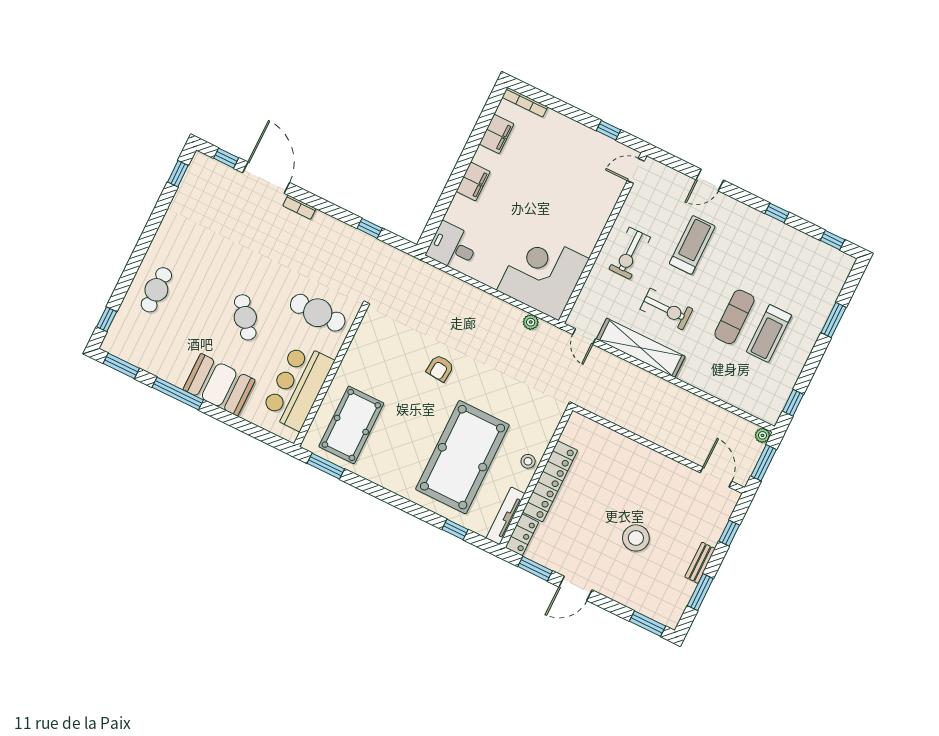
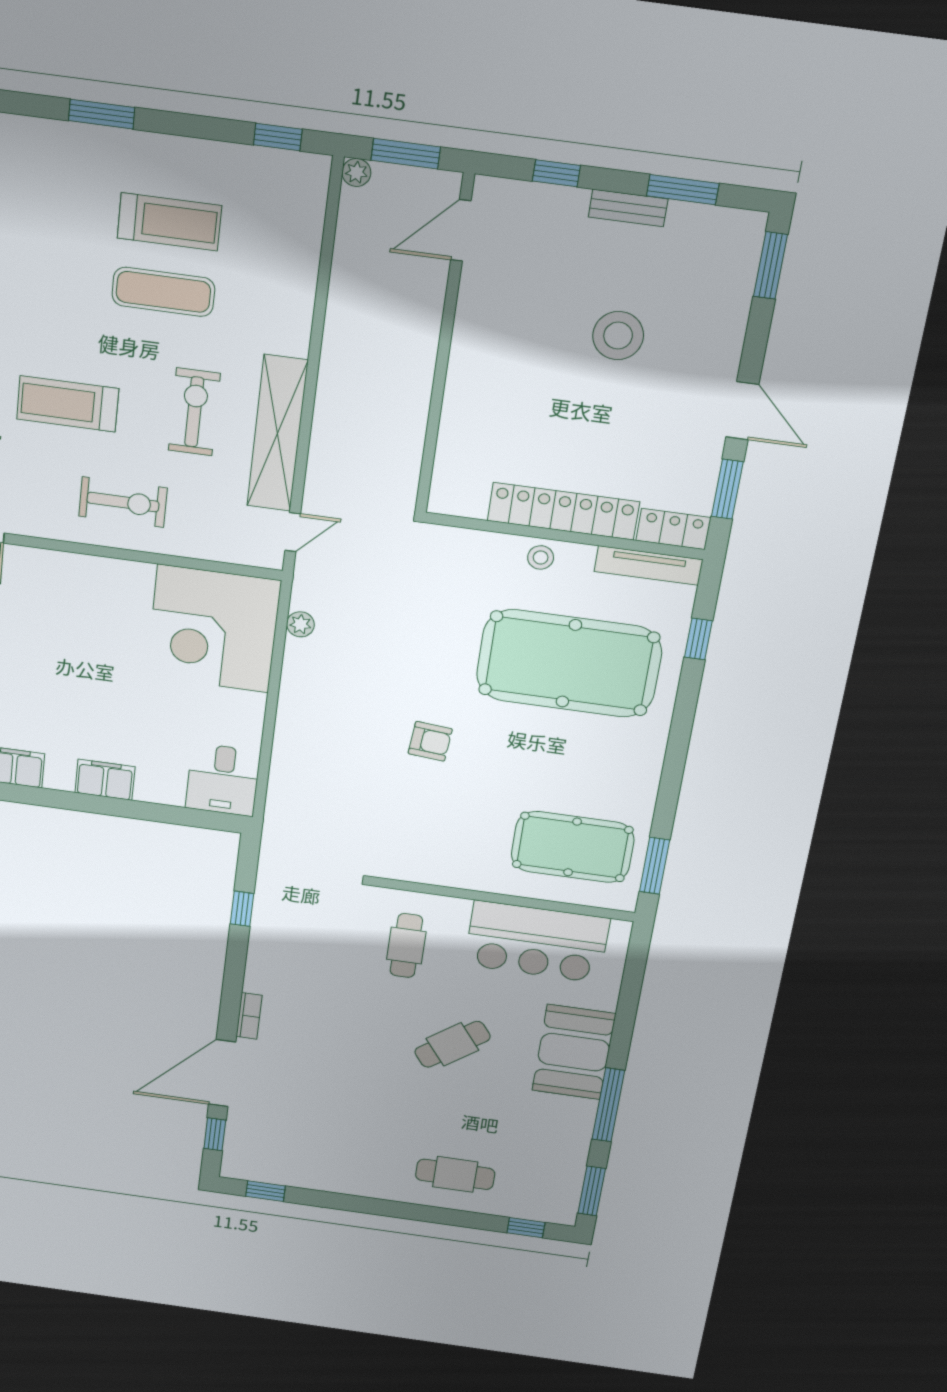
cafe table: (318, 313) -> (406, 945), width x0.73, depth x0.74

